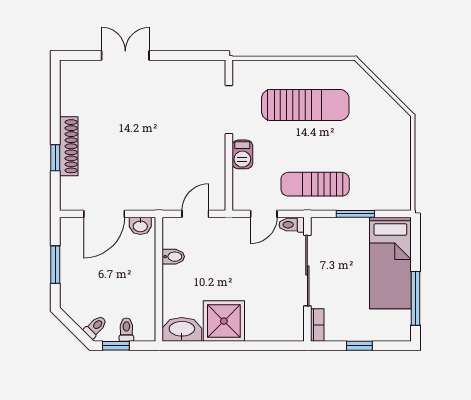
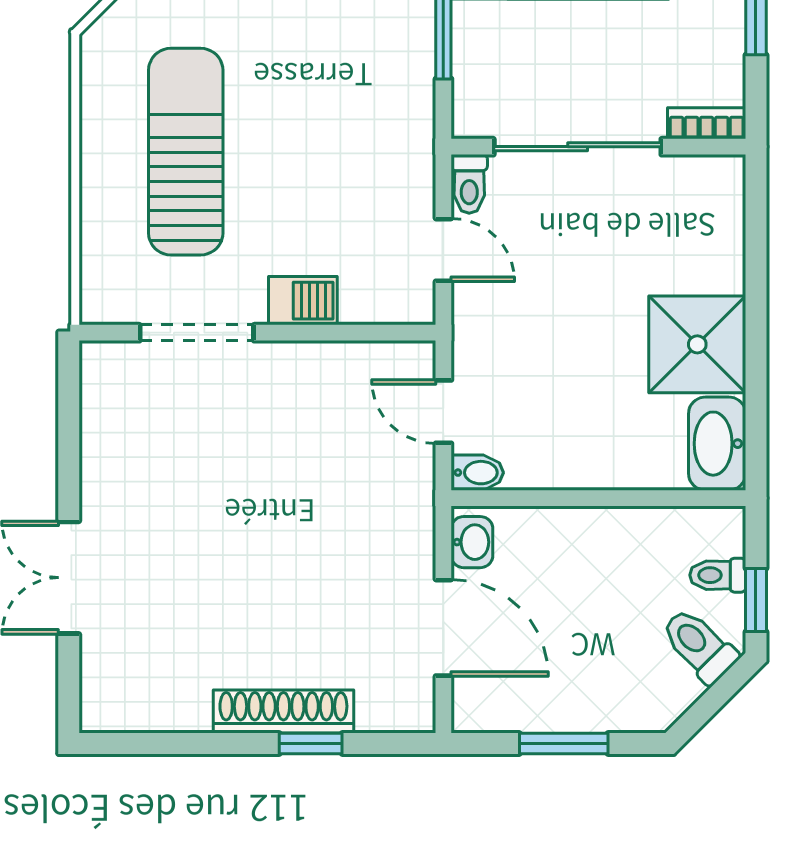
sun lounger: (315, 184) -> (373, 128), removed
bidet: (173, 257) -> (477, 473), moved, turned 90
toilet: (95, 327) -> (699, 646), width x1.37, depth x1.39

